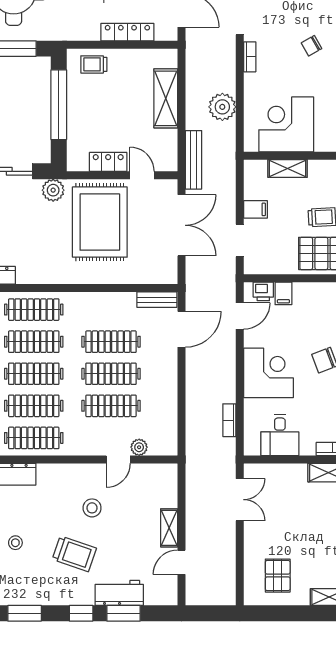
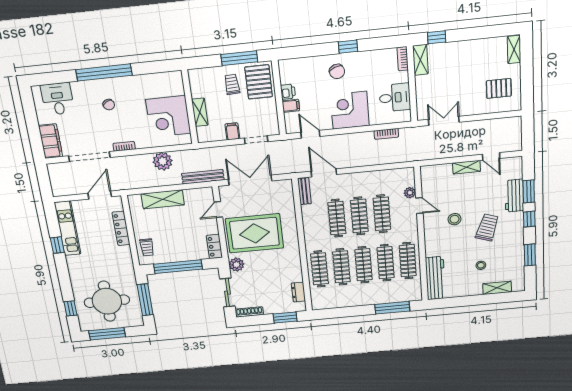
locker: (108, 162) -> (214, 246), moved
printer: (263, 291) -> (288, 92), moved

